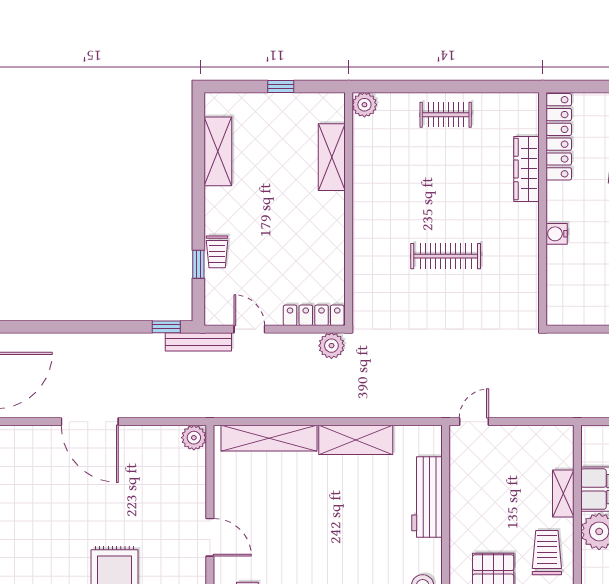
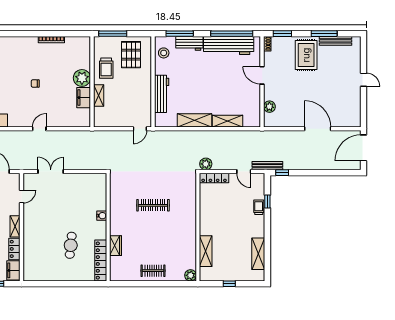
wardrobe: (527, 169) -> (116, 246), width x0.67
plant: (194, 438) -> (269, 107), moved
shelving: (269, 438) -> (228, 121), width x0.68

